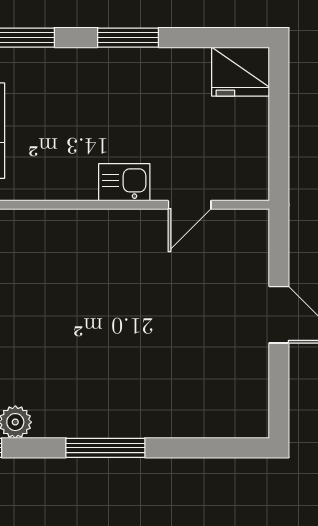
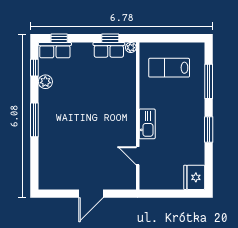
kitchen sink: (124, 182) -> (147, 124), width x1.38

